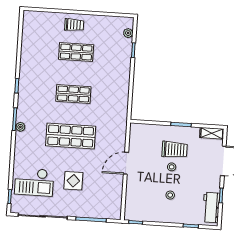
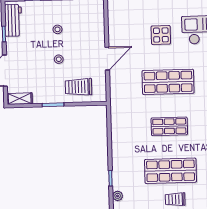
shop shelf: (76, 52) -> (171, 171), width x1.43, depth x1.36
trolley: (175, 150) -> (79, 87), moved

